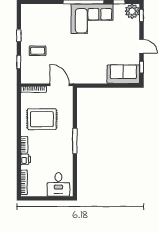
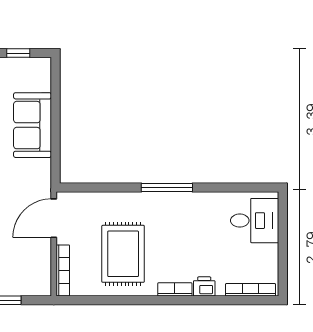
sofa: (123, 74) -> (32, 125), moved

